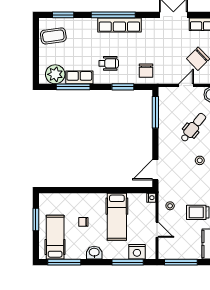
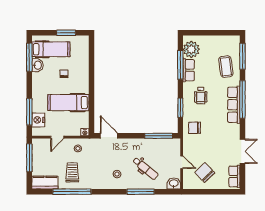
window: (63, 15) -> (242, 56), width x1.44
coffee table: (53, 36) -> (226, 67), moved
washbasin: (94, 253) -> (38, 65), moved

